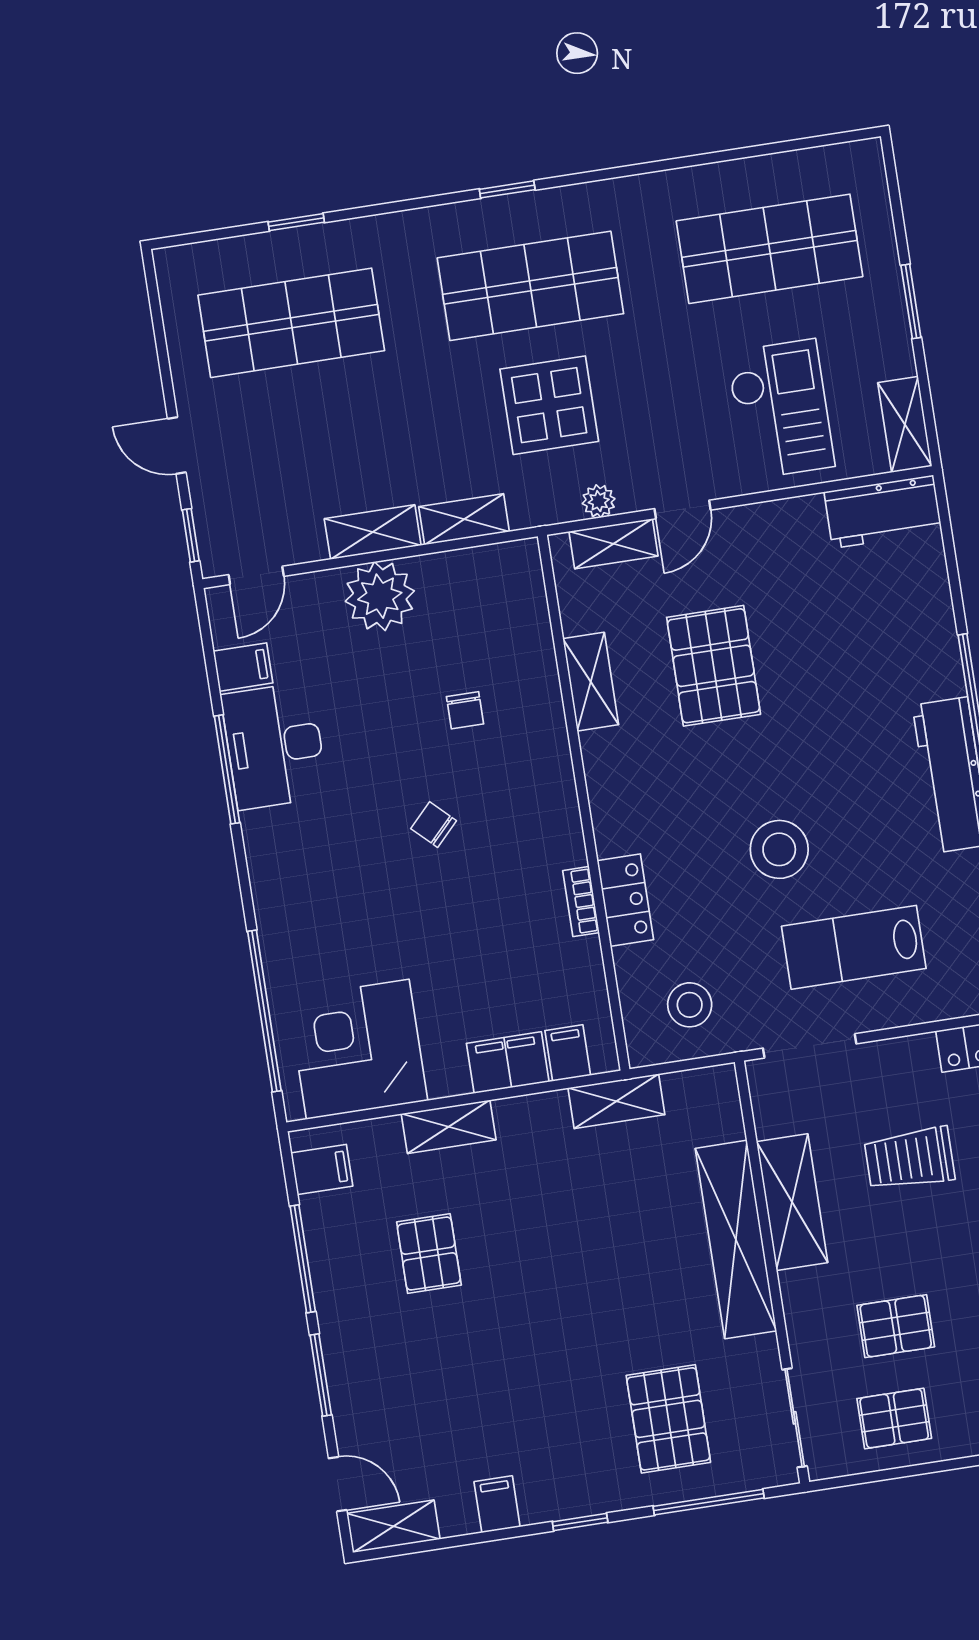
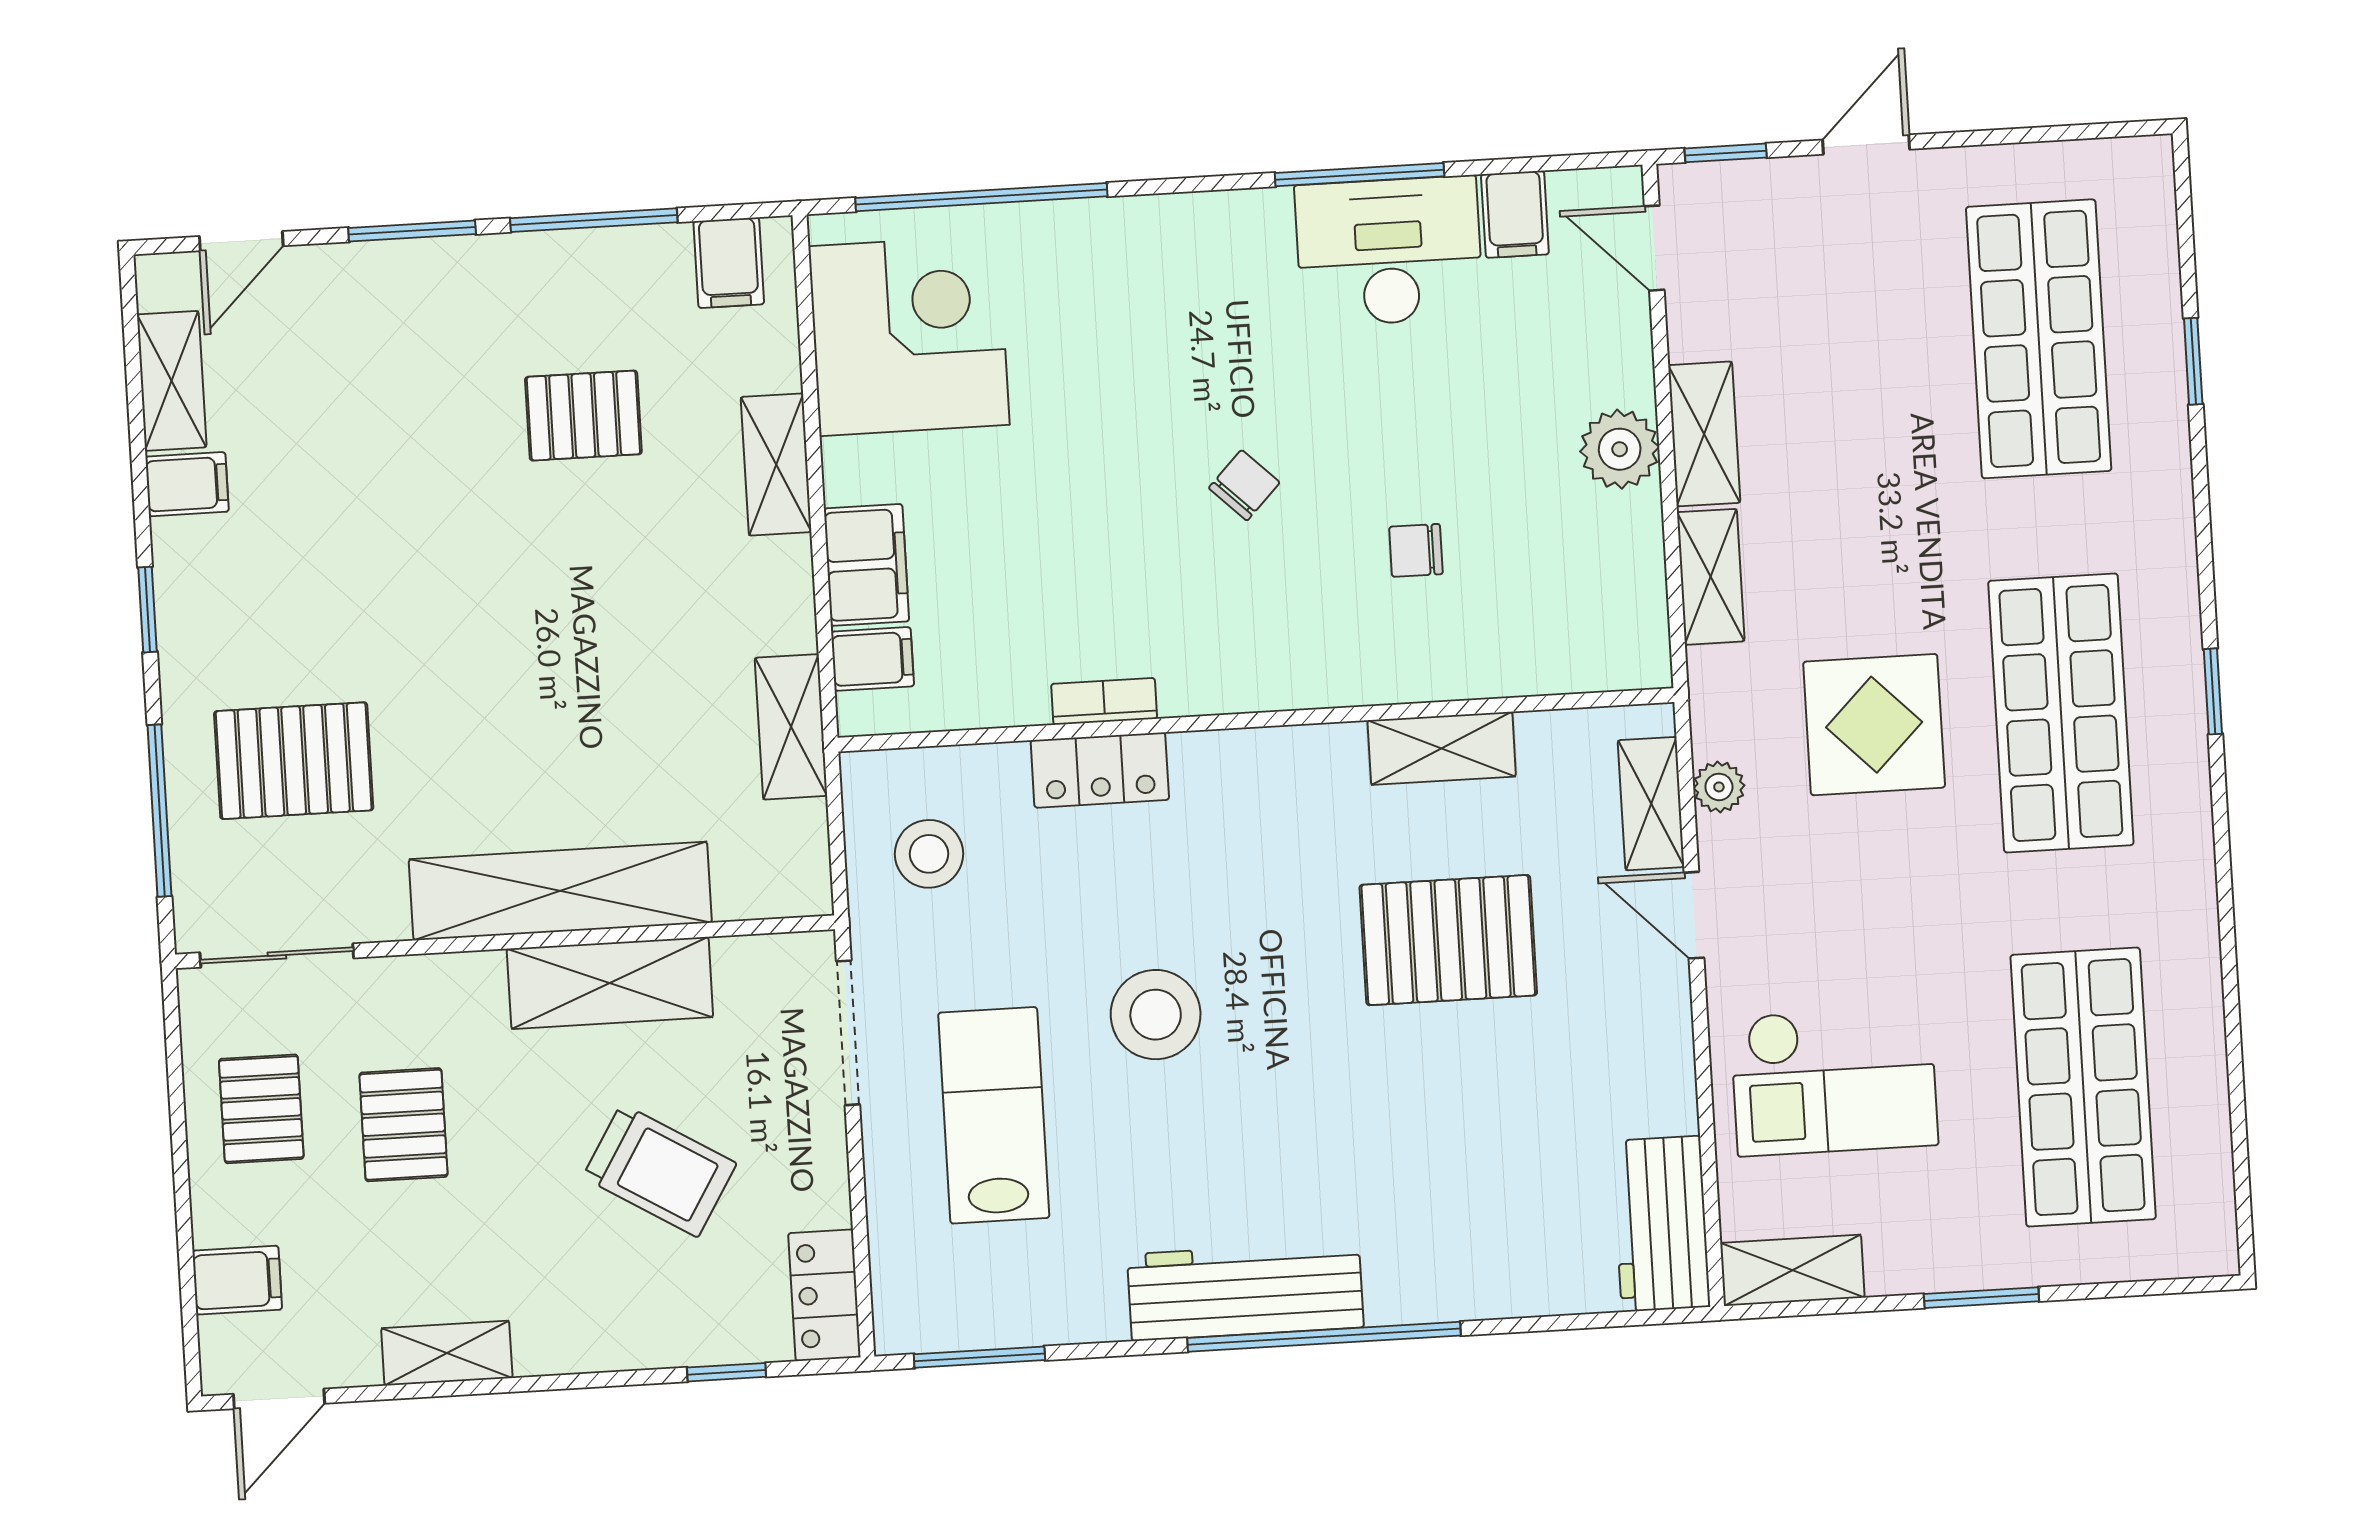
plant: (380, 596) -> (1620, 449), width x0.73, depth x0.73
trolley: (909, 1159) -> (660, 1170), turned 121
shelving: (393, 1526) -> (172, 381), moved

